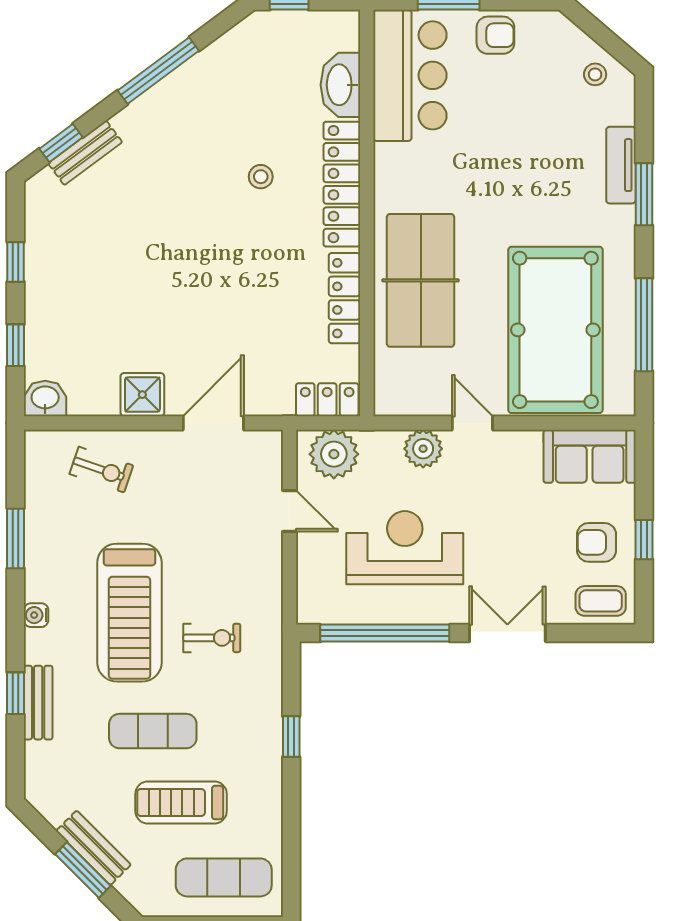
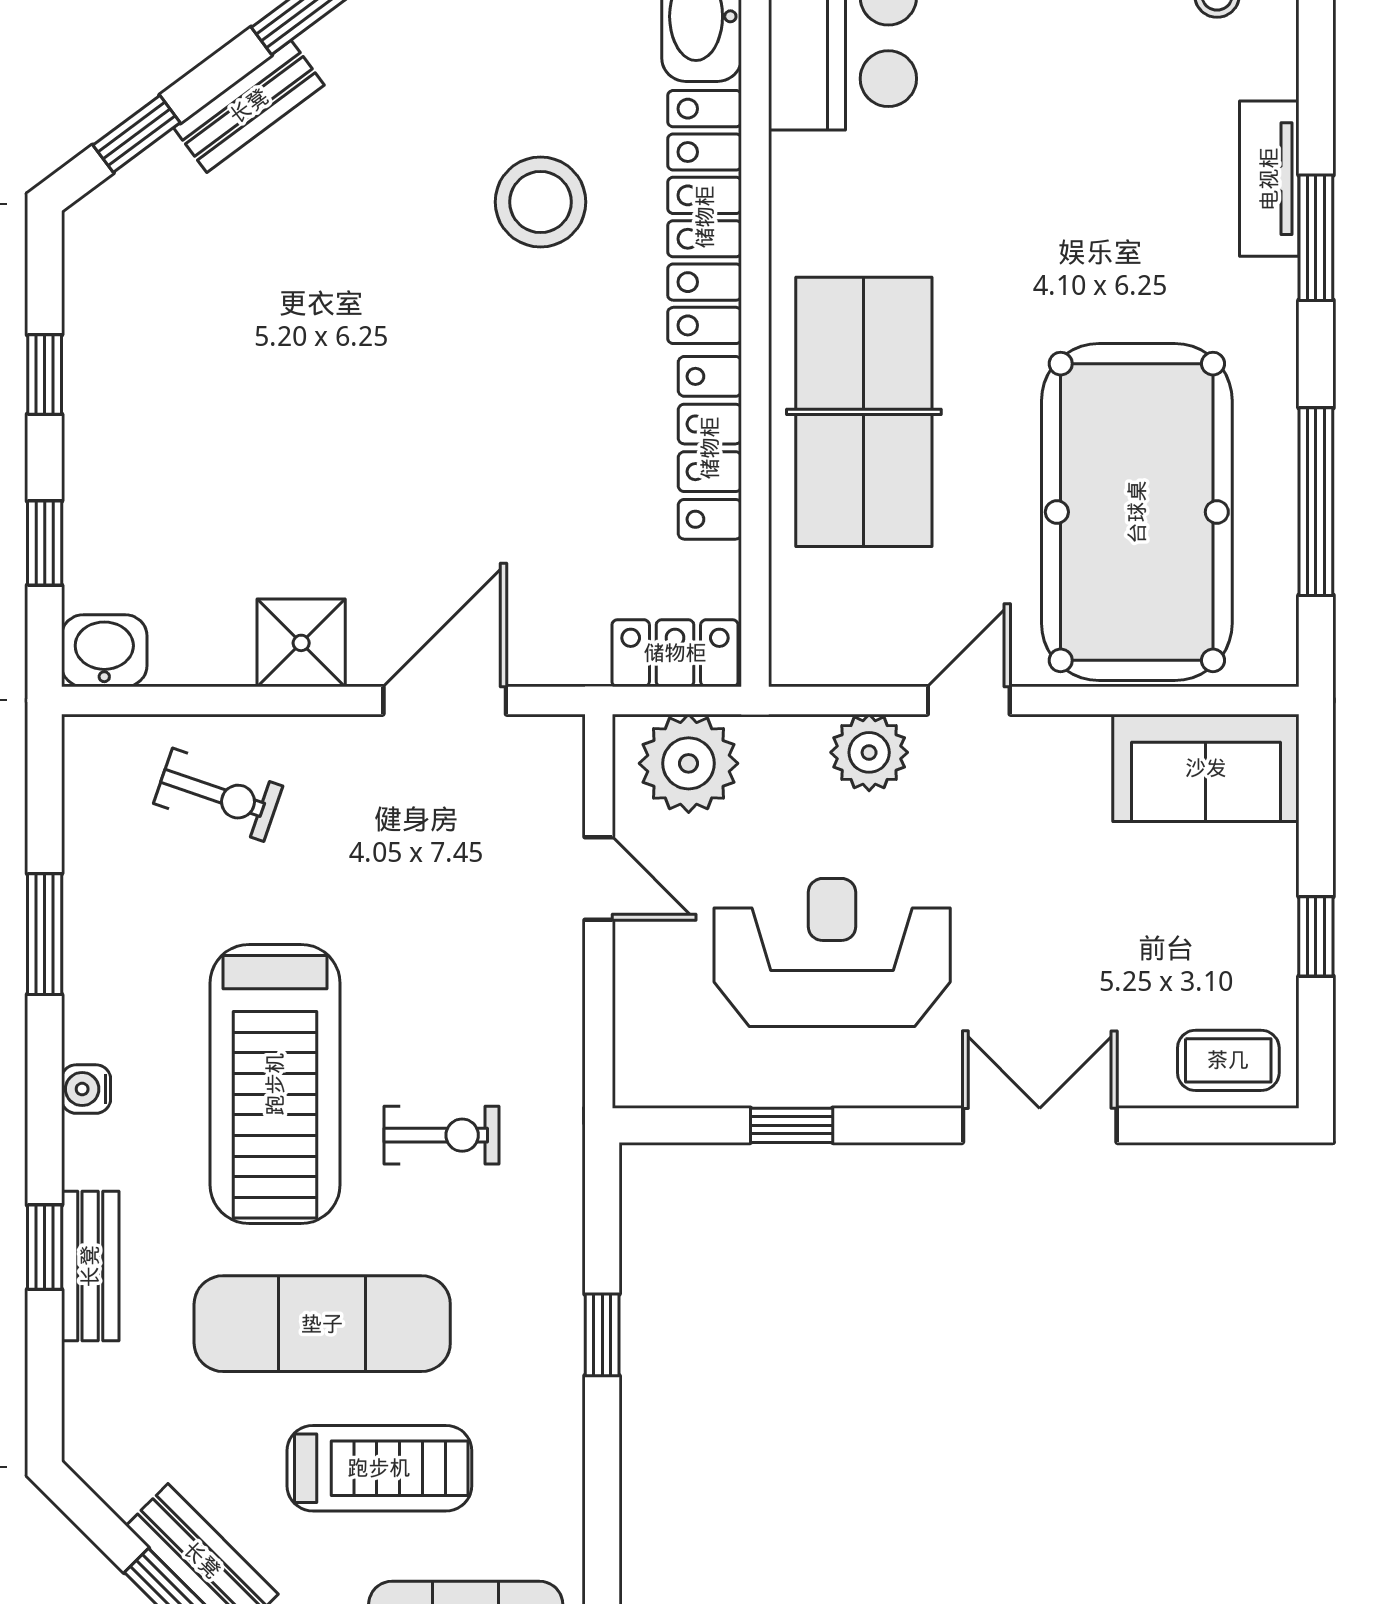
bench: (85, 153) -> (249, 106), moved
stool: (261, 177) -> (541, 202), width x1.89, depth x1.89
door: (472, 423) -> (969, 700), hinge flipped
armchair: (597, 542) -> (1220, 942), removed
window: (385, 633) -> (792, 1125), width x0.32
exercise mat: (153, 731) -> (322, 1324), width x1.36, depth x1.45
treadmill: (181, 803) -> (379, 1468), turned 180

